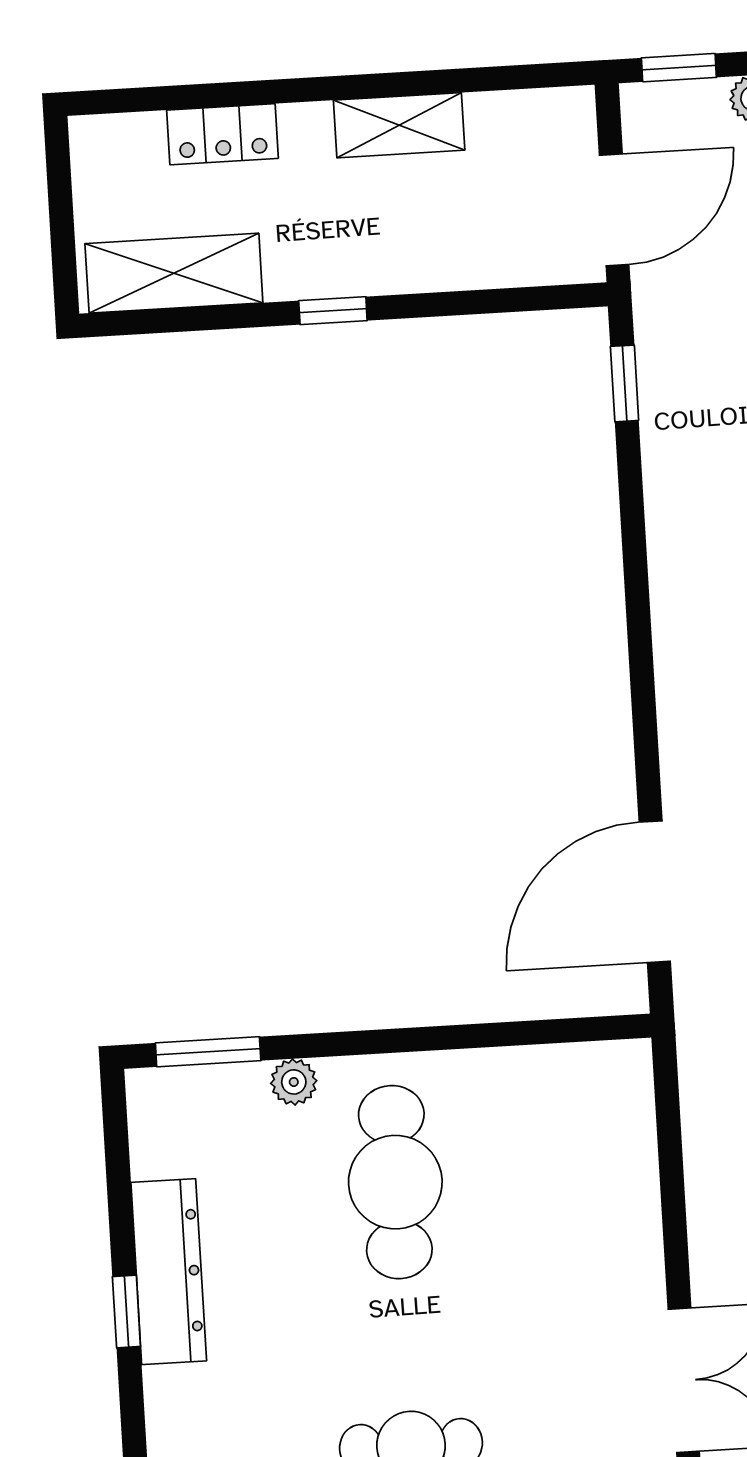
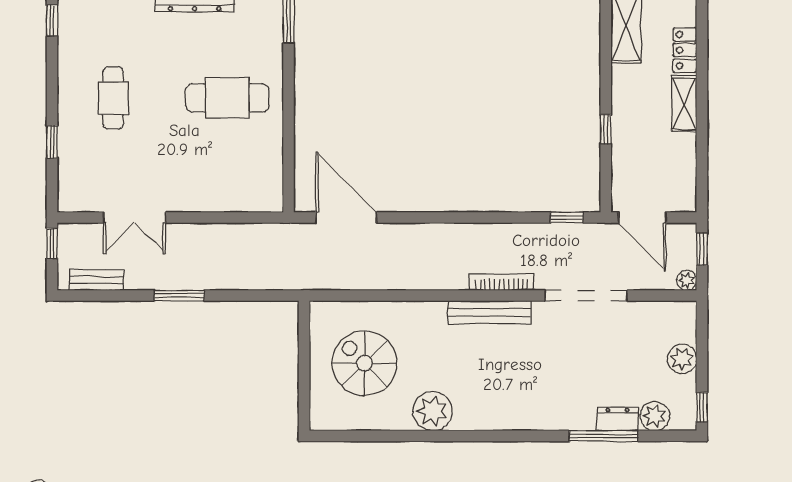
shelving: (399, 125) -> (684, 103), moved
window: (333, 311) -> (606, 129), moved
plant: (294, 1082) -> (273, 57), removed

